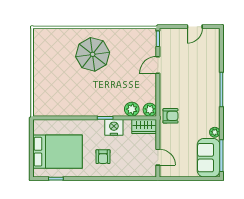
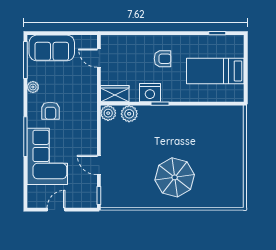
door: (158, 65) -> (99, 165), swing flipped
corner sofa: (202, 72) -> (47, 156), added
armchair: (170, 116) -> (50, 111), moved, turned -90
bed: (58, 152) -> (215, 71), width x0.67
armchair: (103, 157) -> (163, 59), turned 90
sofa: (209, 158) -> (52, 48), moved, turned 90

